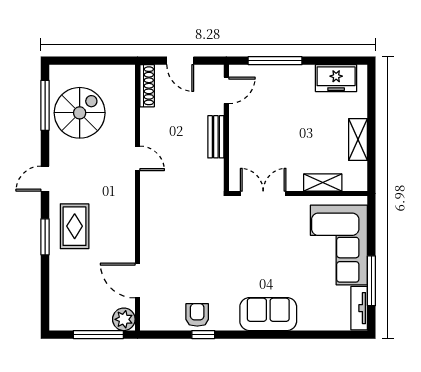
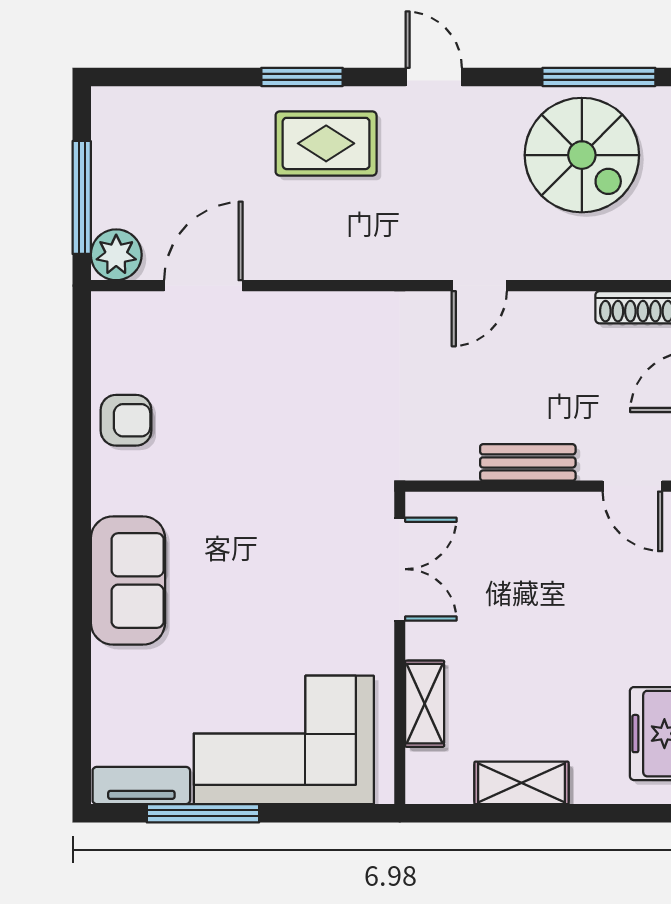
window: (203, 335) -> (82, 434), removed

